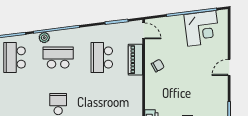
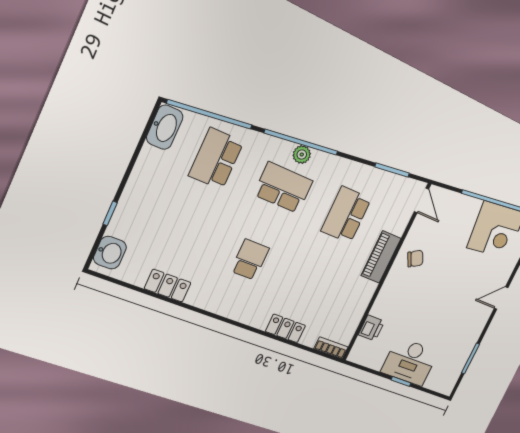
plant: (44, 38) -> (302, 155), moved
piano: (135, 60) -> (381, 257), moved

